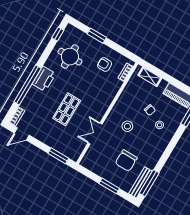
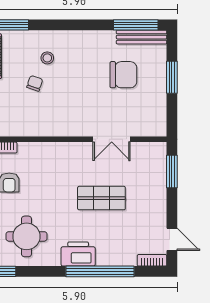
stool: (127, 126) -> (75, 101), removed

